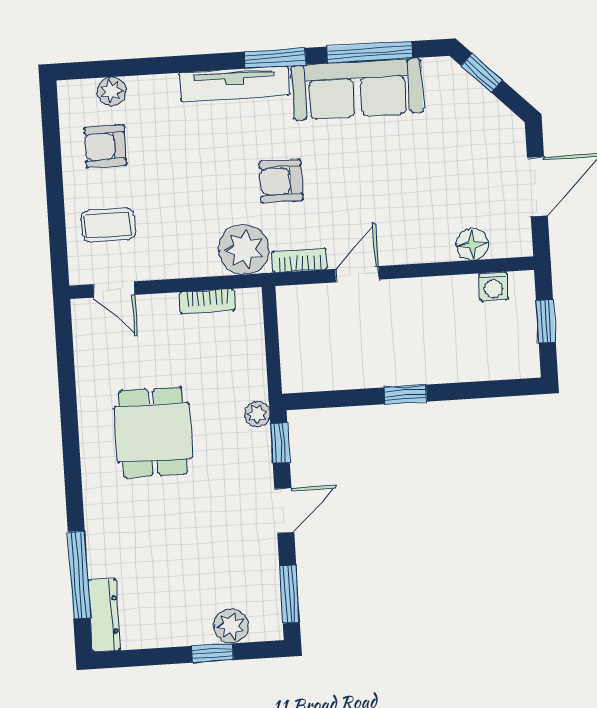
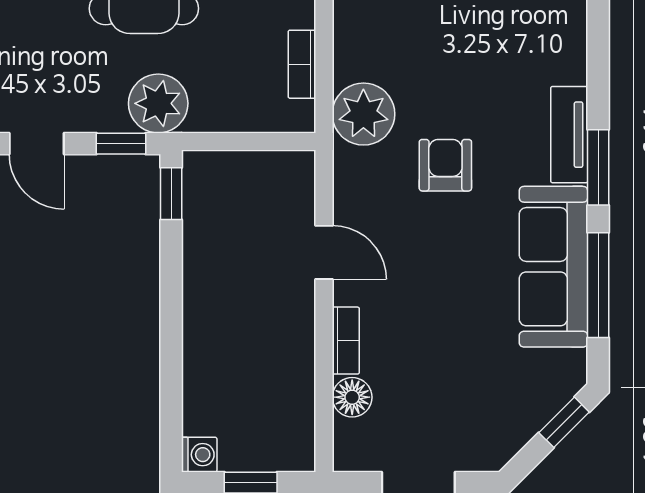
tv unit: (234, 84) -> (569, 135), width x0.71
bookcase: (300, 260) -> (346, 341), moved
washing machine: (493, 287) -> (199, 455), moved, turned 180
window: (405, 394) -> (171, 194), moved
plant: (257, 414) -> (158, 103), width x1.88, depth x1.88

